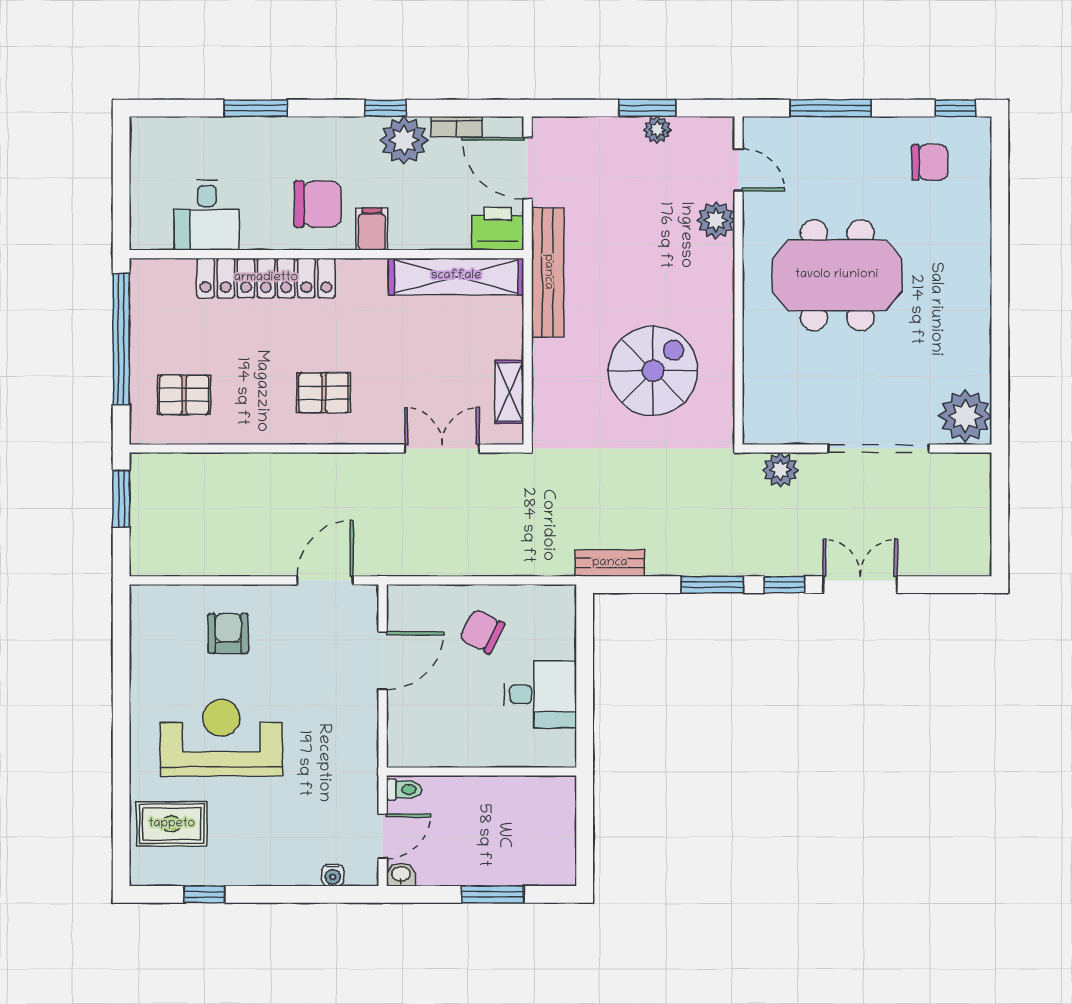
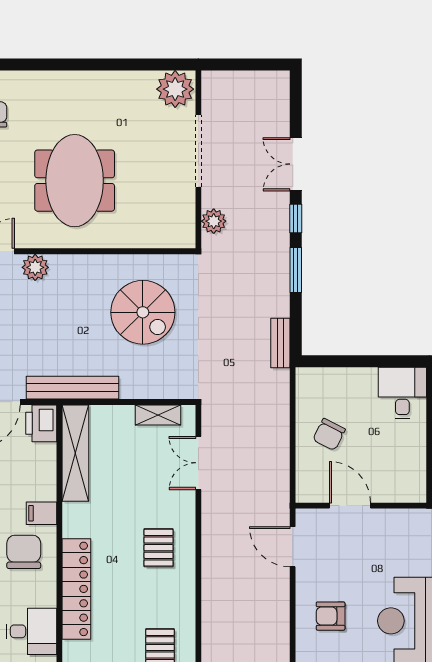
spiral stairs: (653, 371) -> (143, 312), turned 180
desk: (540, 694) -> (402, 393), moved

